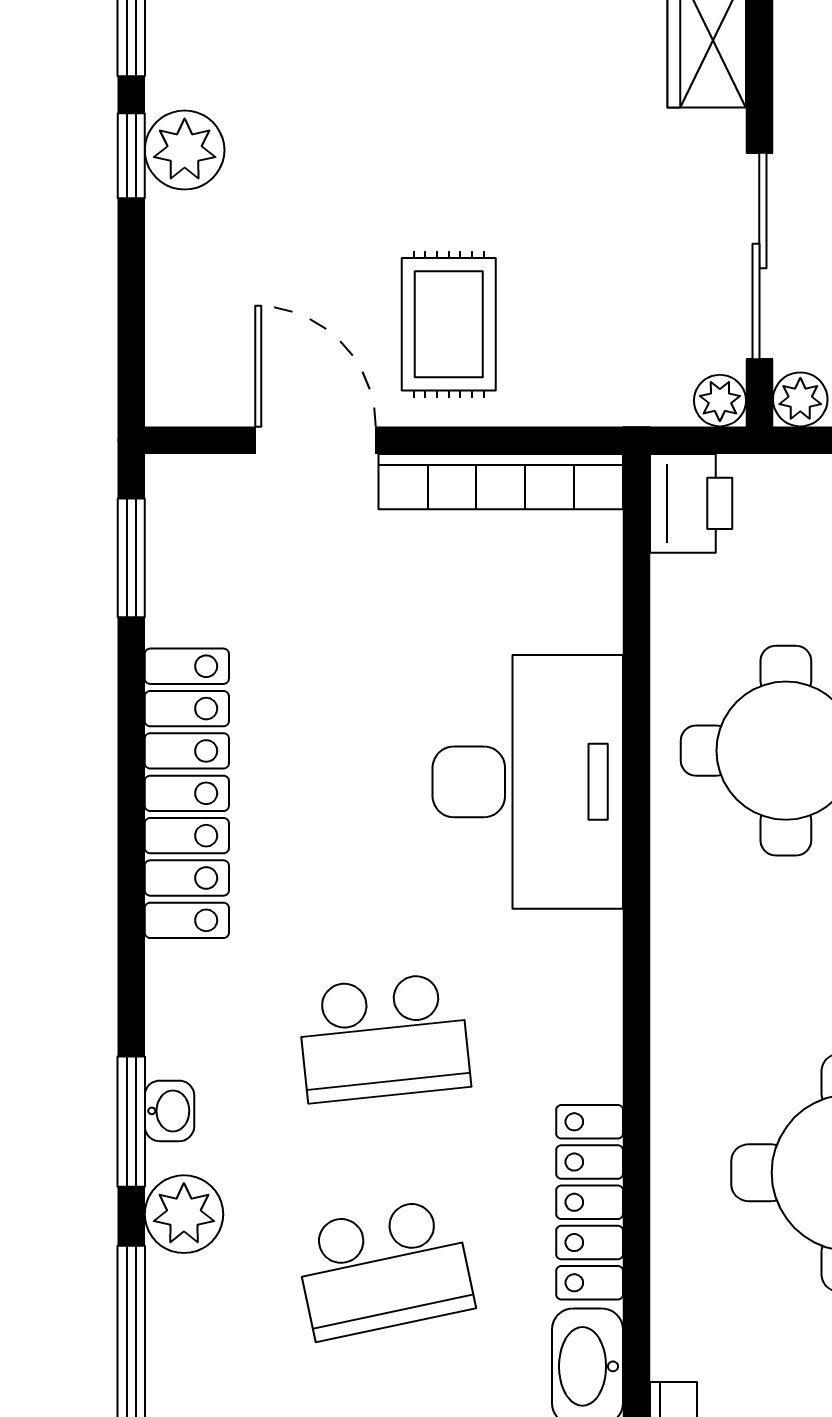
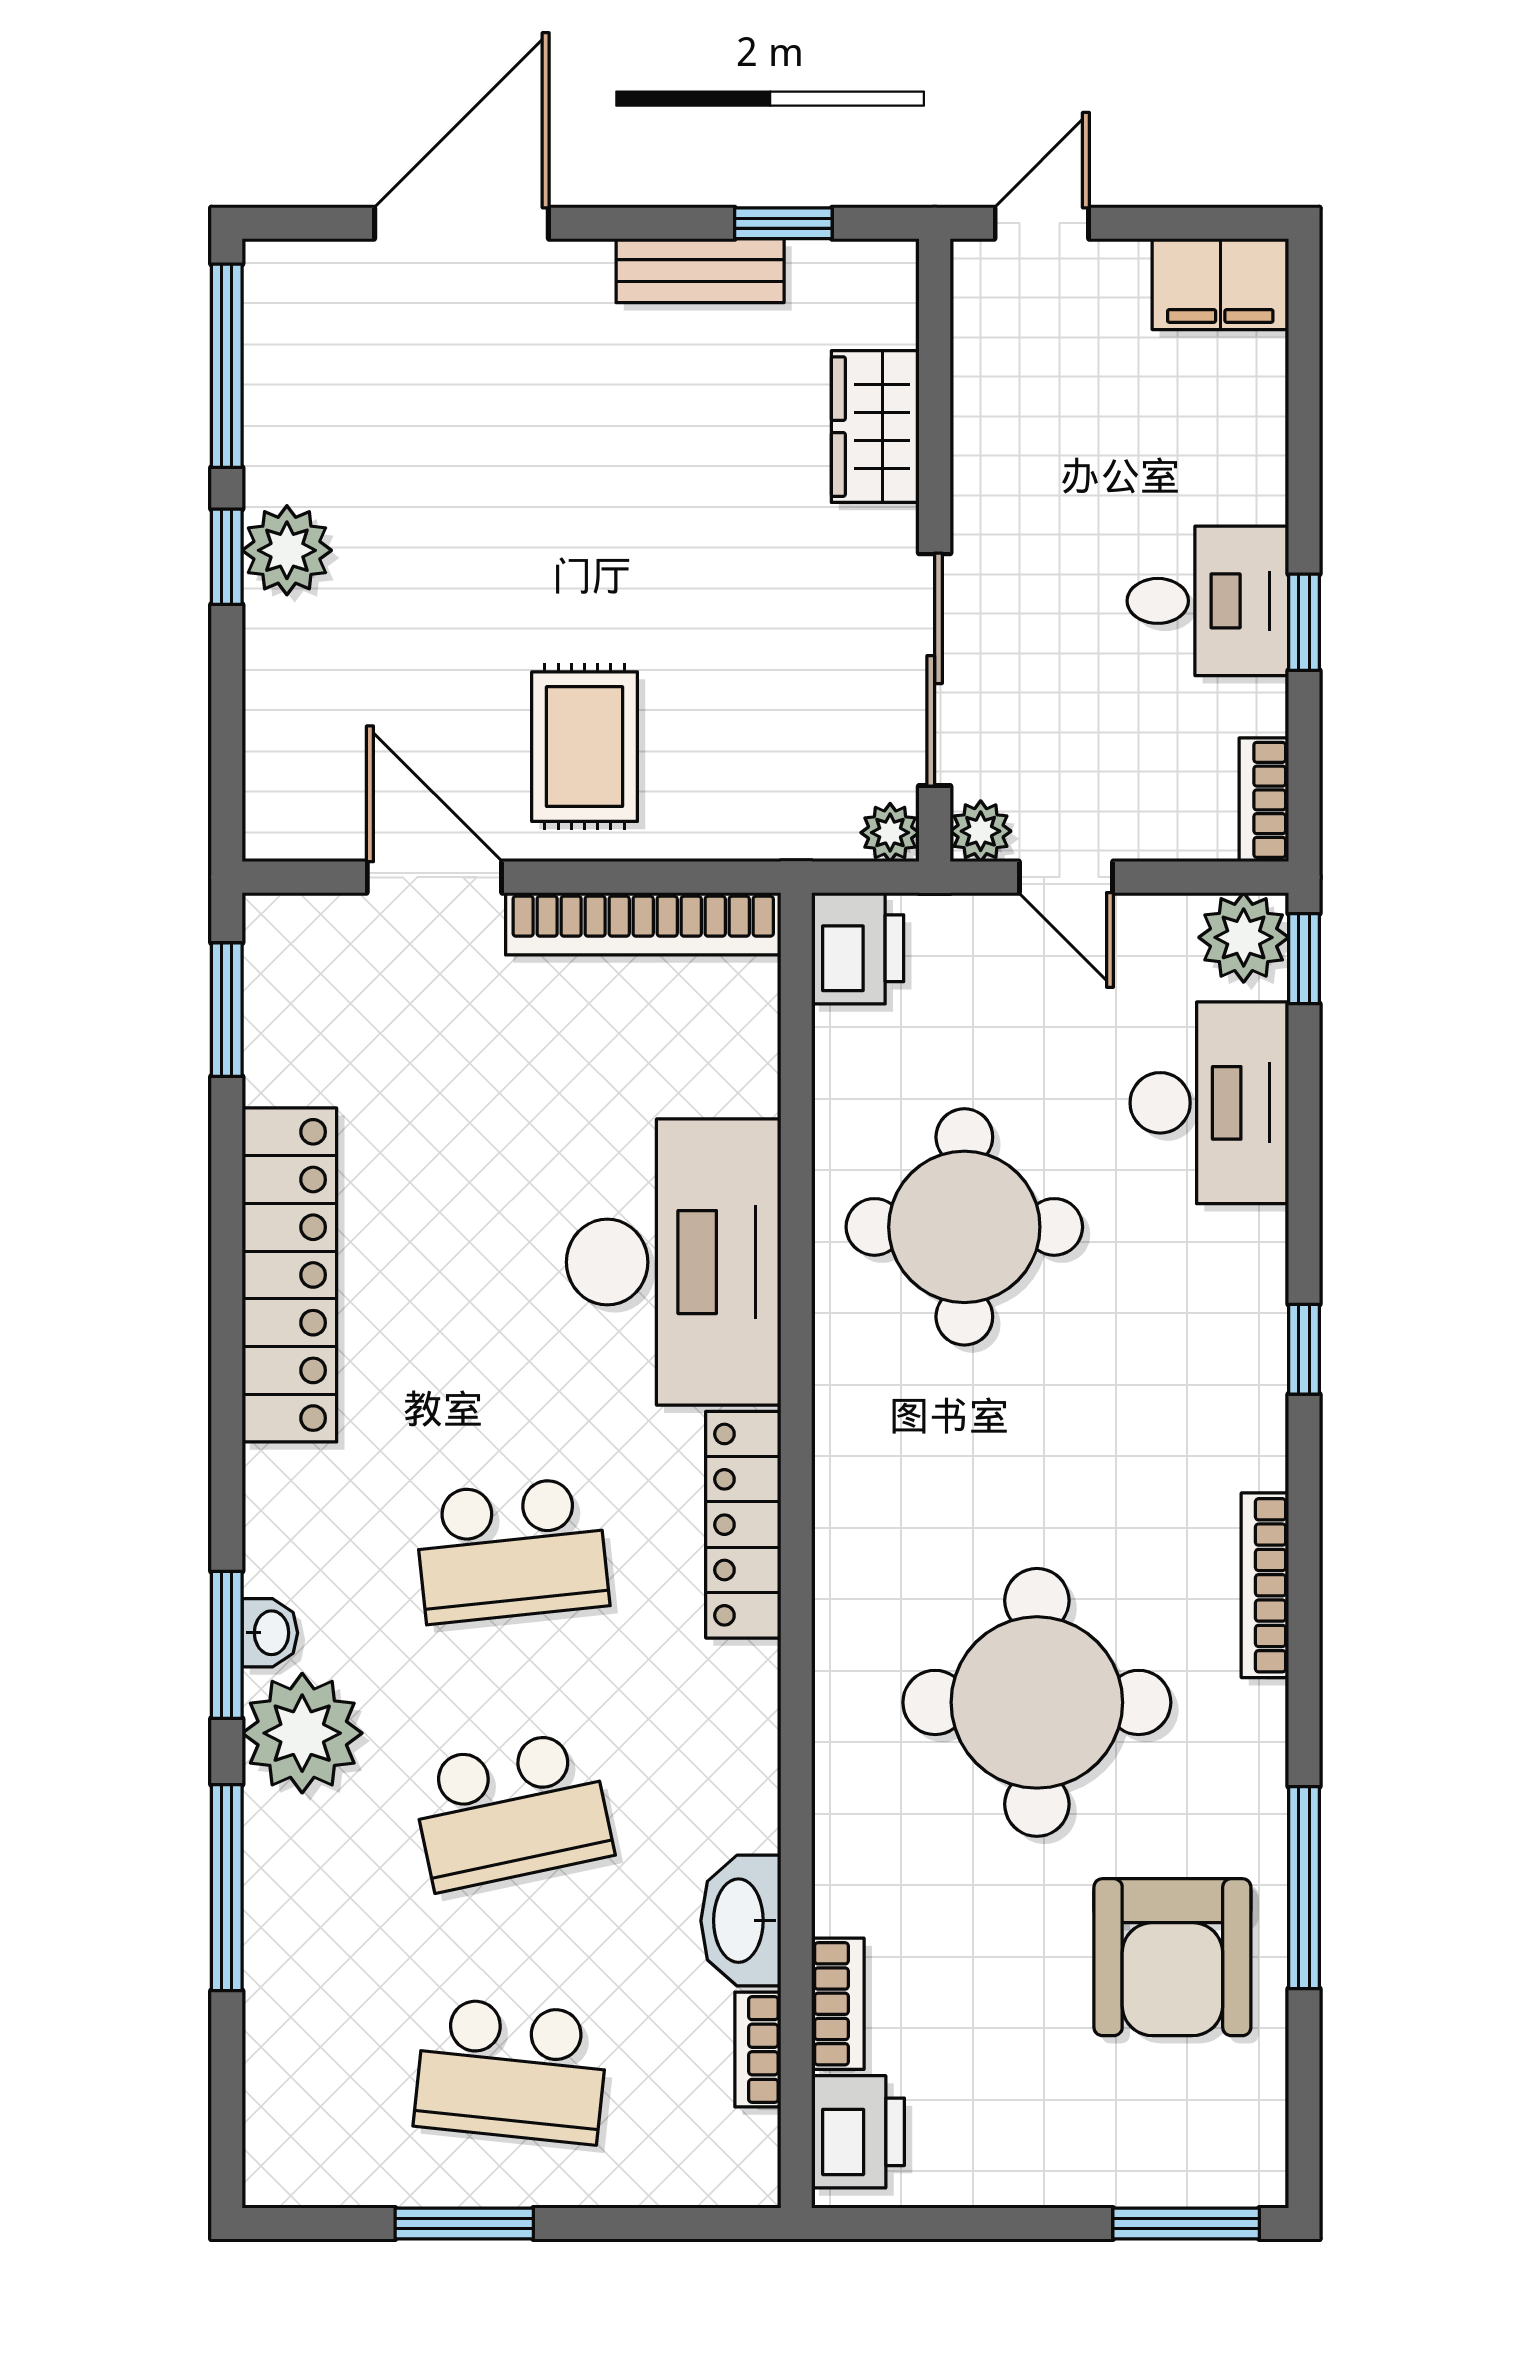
locker: (590, 1202) -> (743, 1525), moved
plant: (184, 1214) -> (302, 1733), width x1.36, depth x1.36

